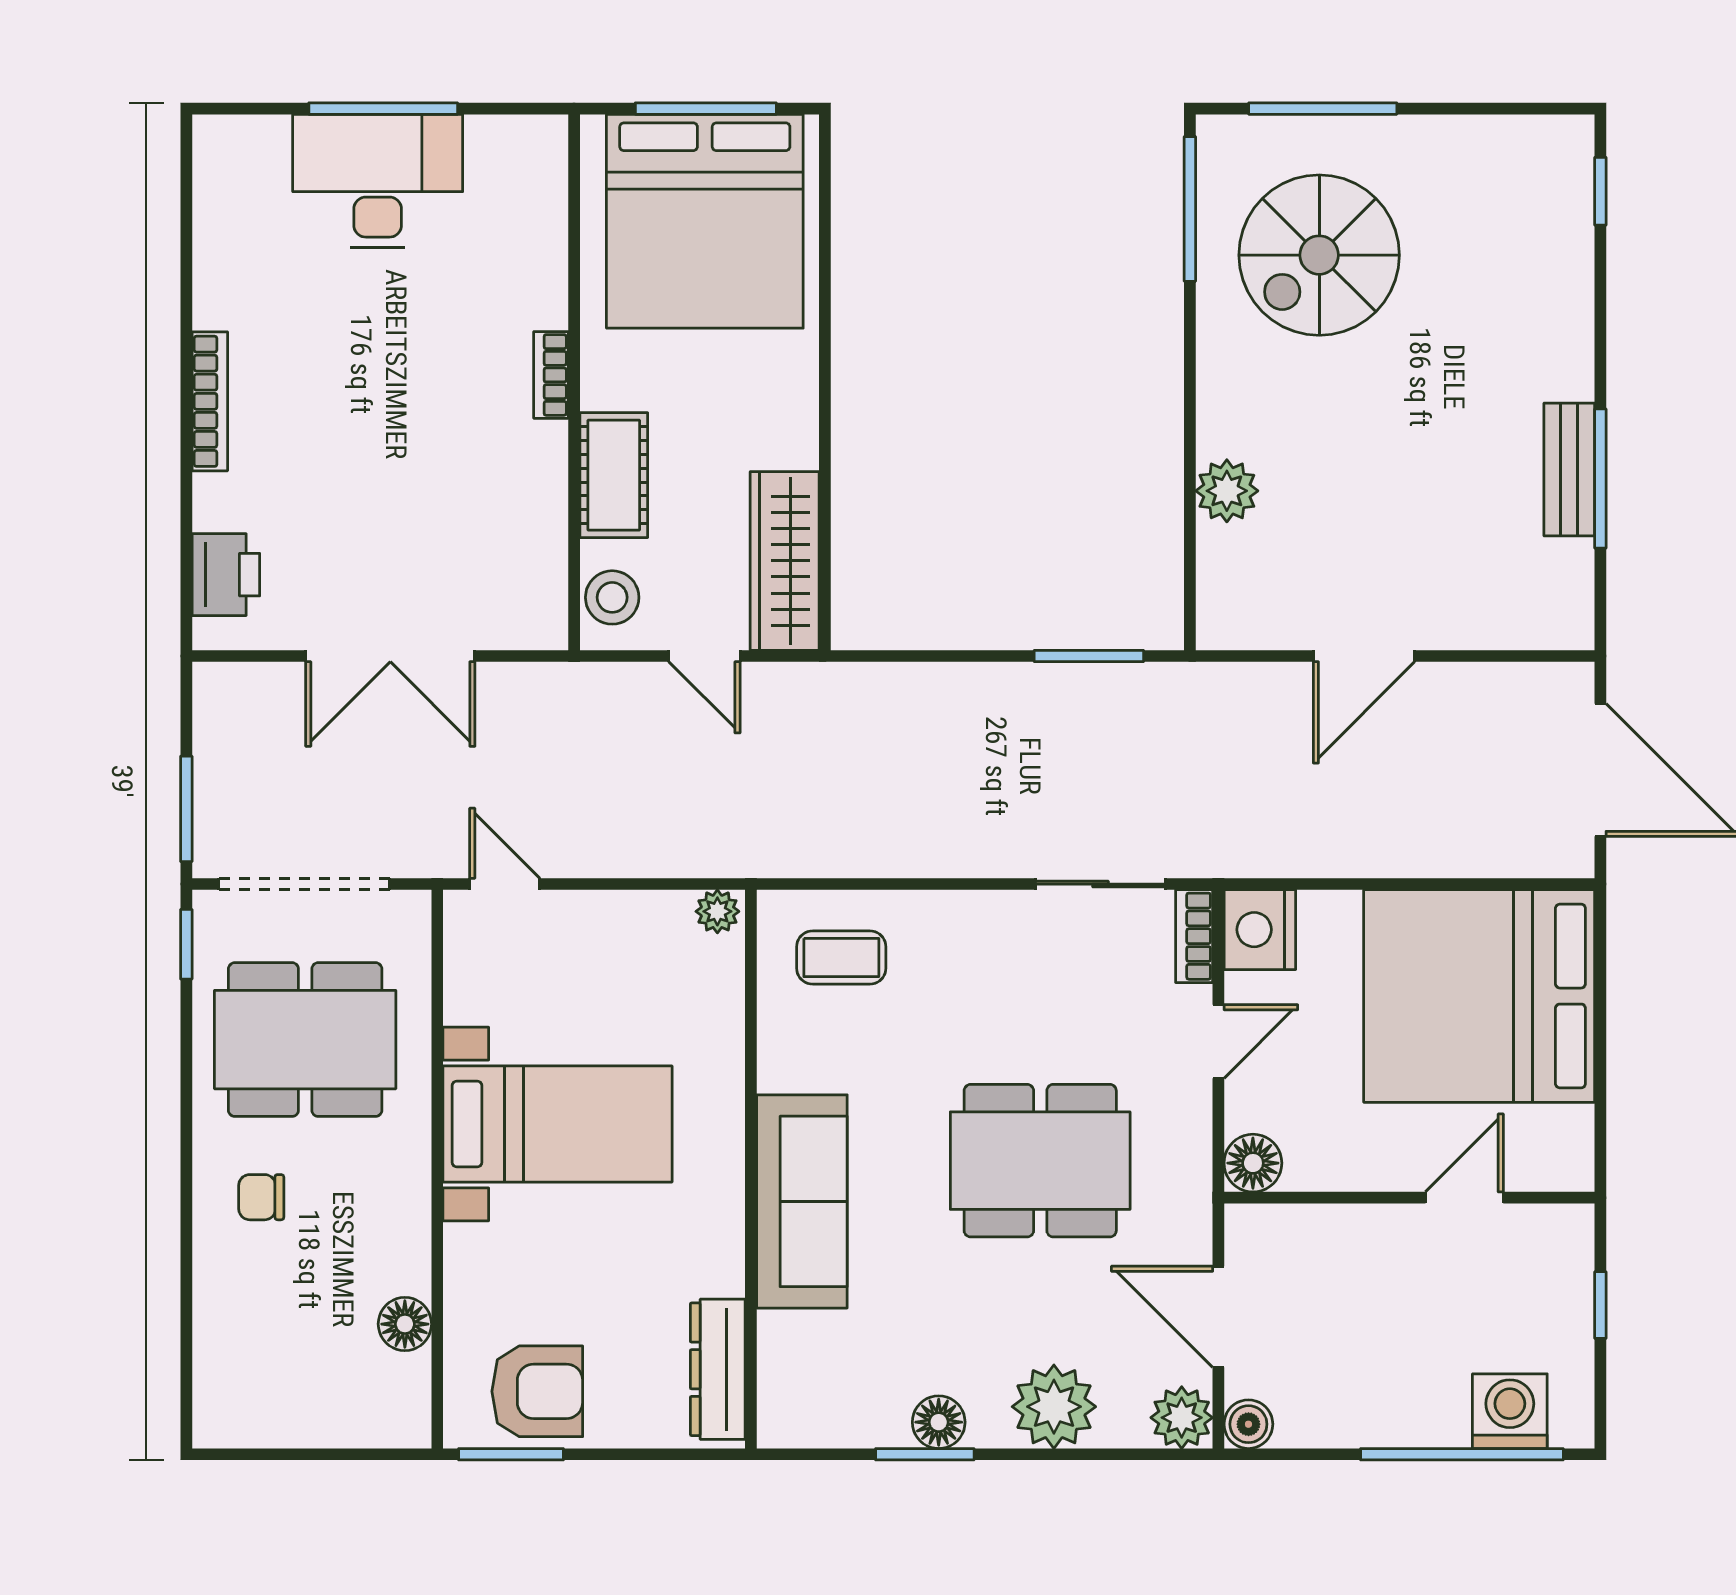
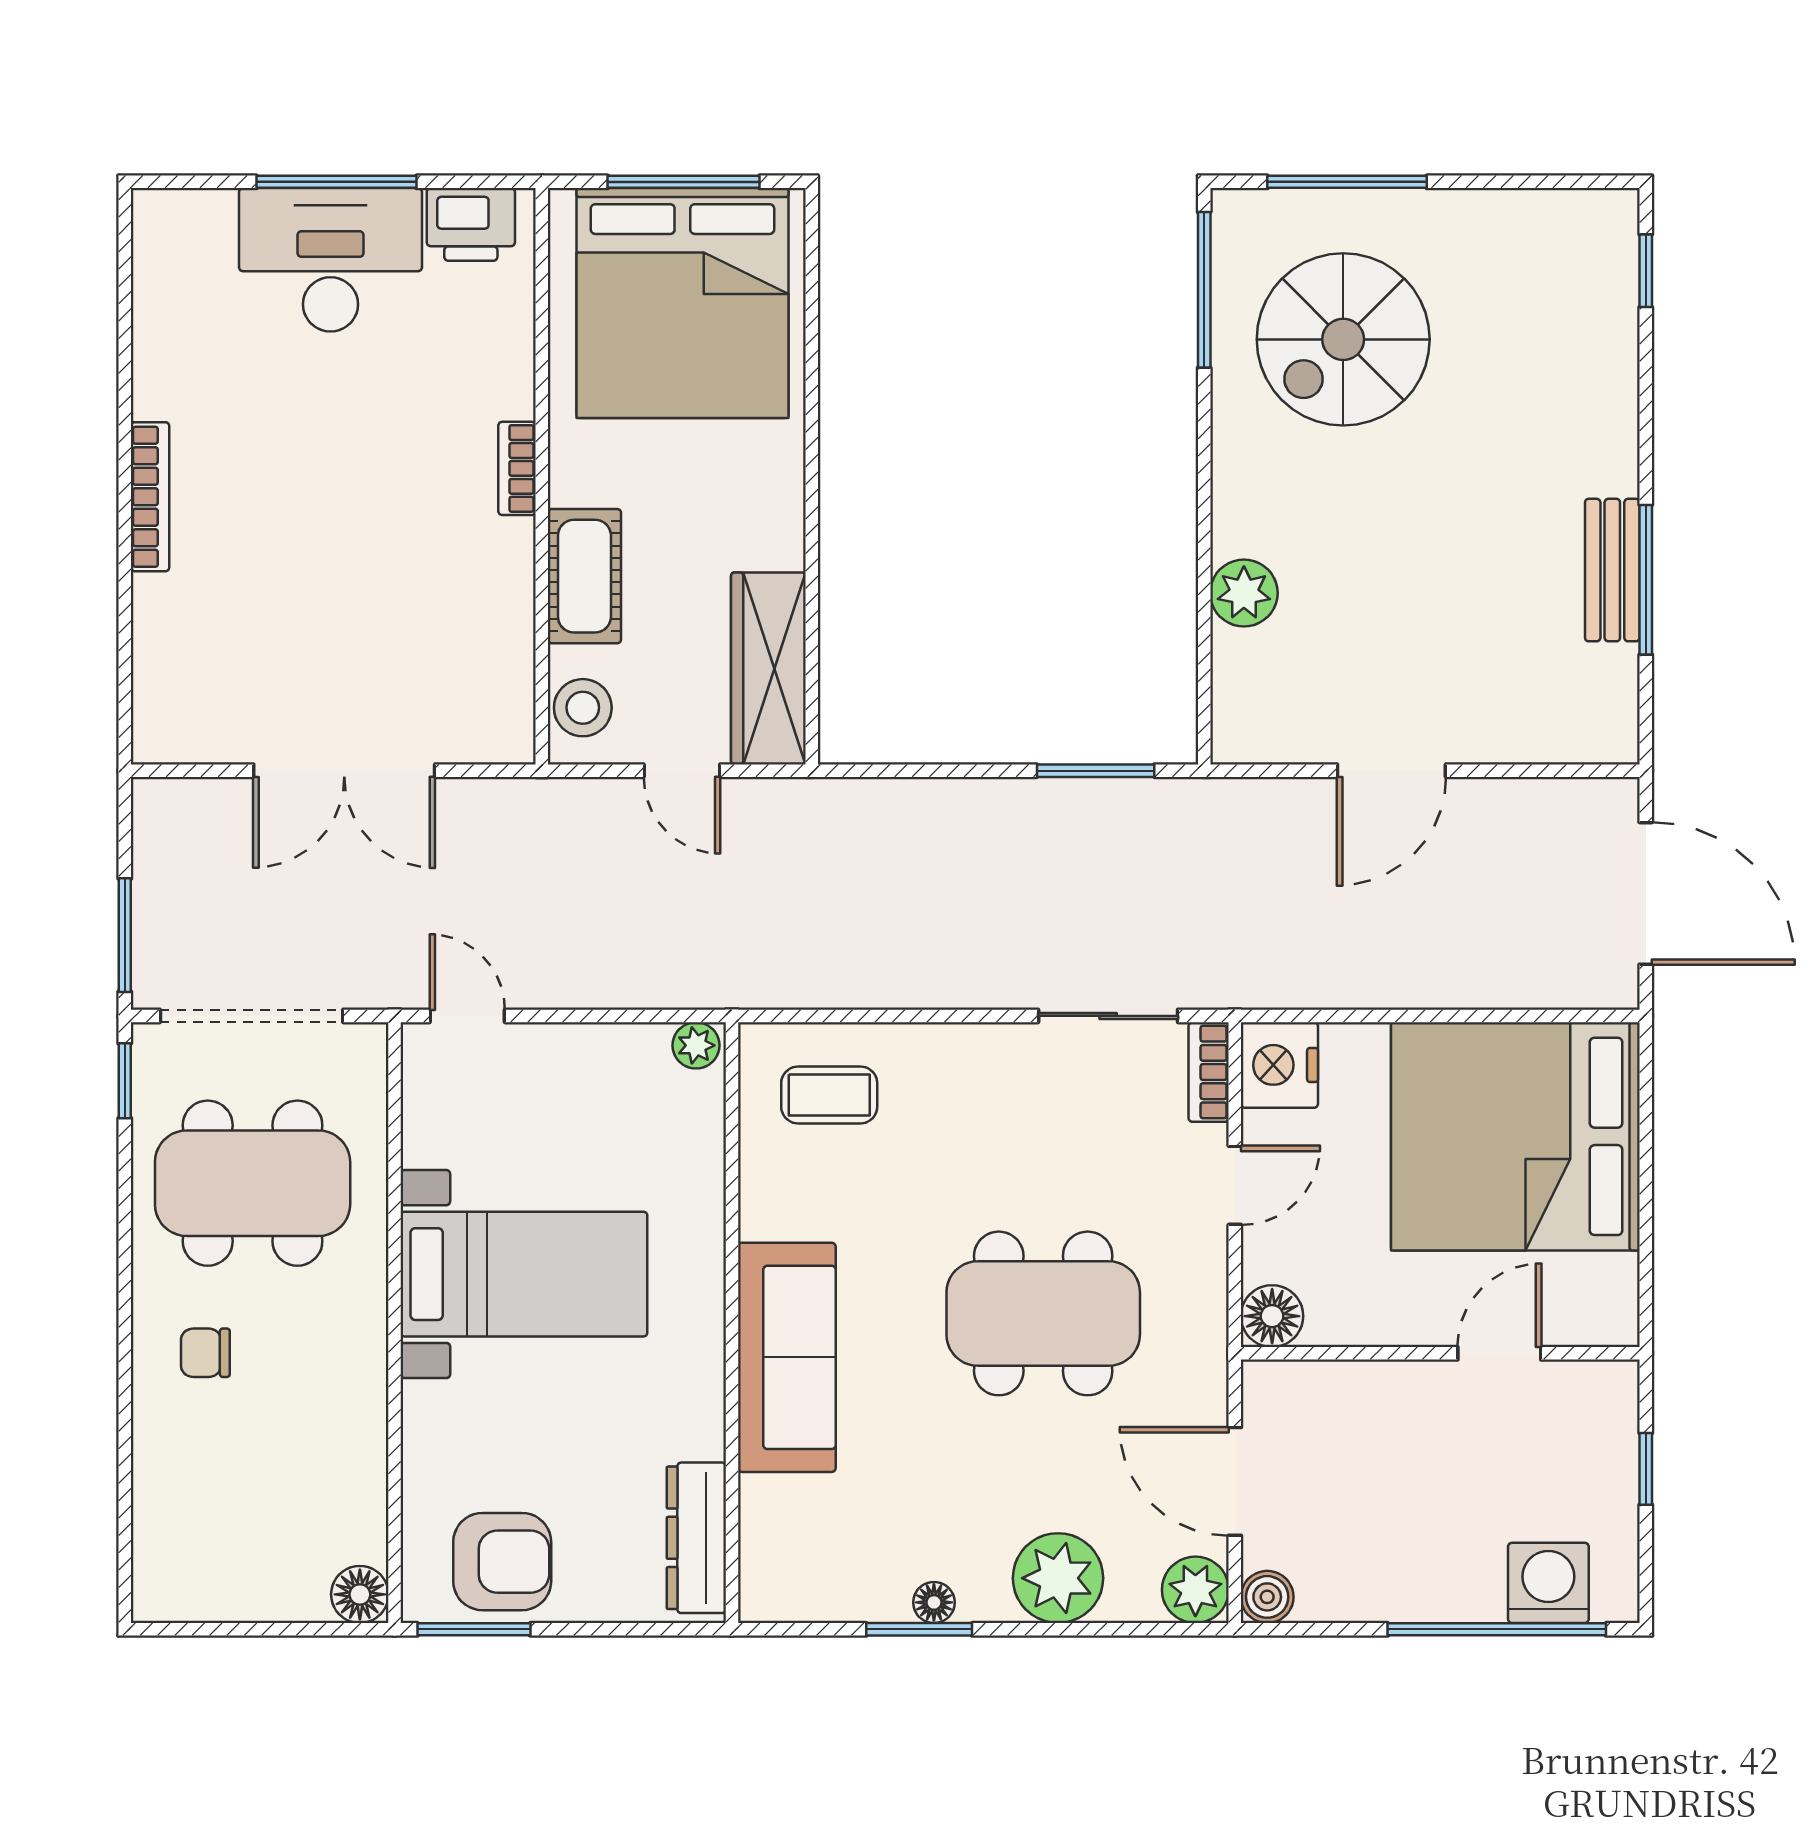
printer: (226, 575) -> (471, 224), moved, turned 90
floor lamp: (405, 1324) -> (360, 1594), moved
floor lamp: (939, 1422) -> (934, 1602), width x0.73, depth x0.73

